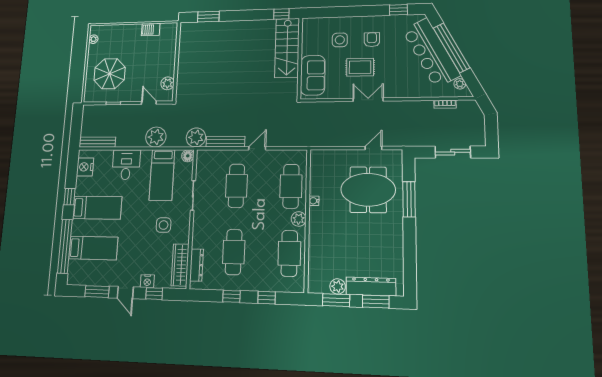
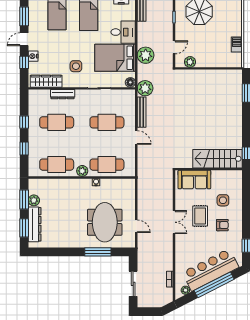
bed: (162, 175) -> (115, 58), width x1.50
dresser: (197, 265) -> (63, 94), moved

